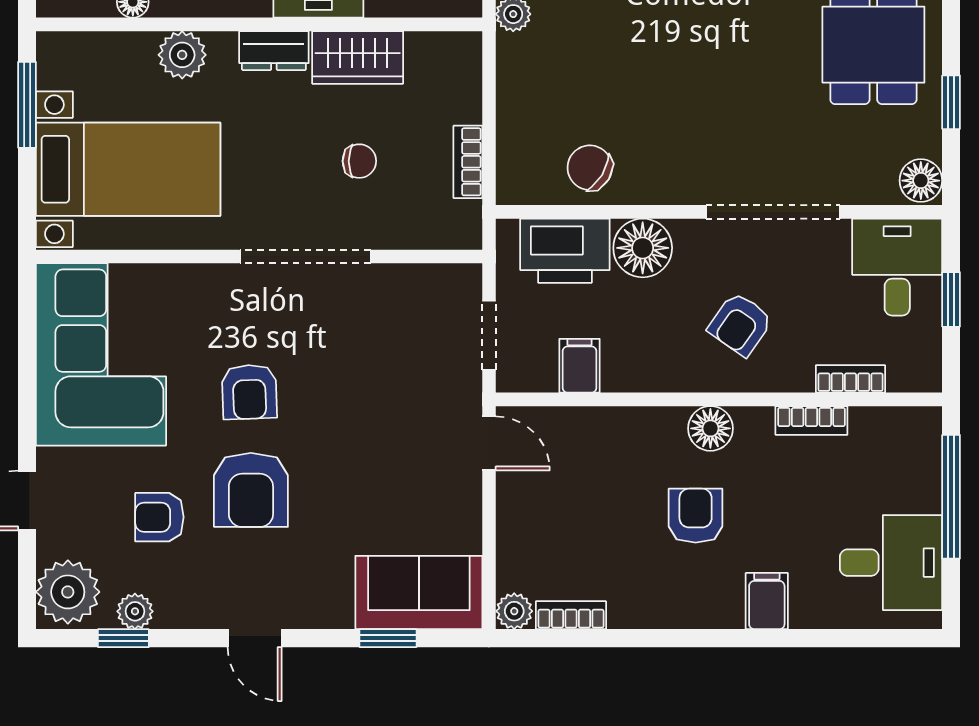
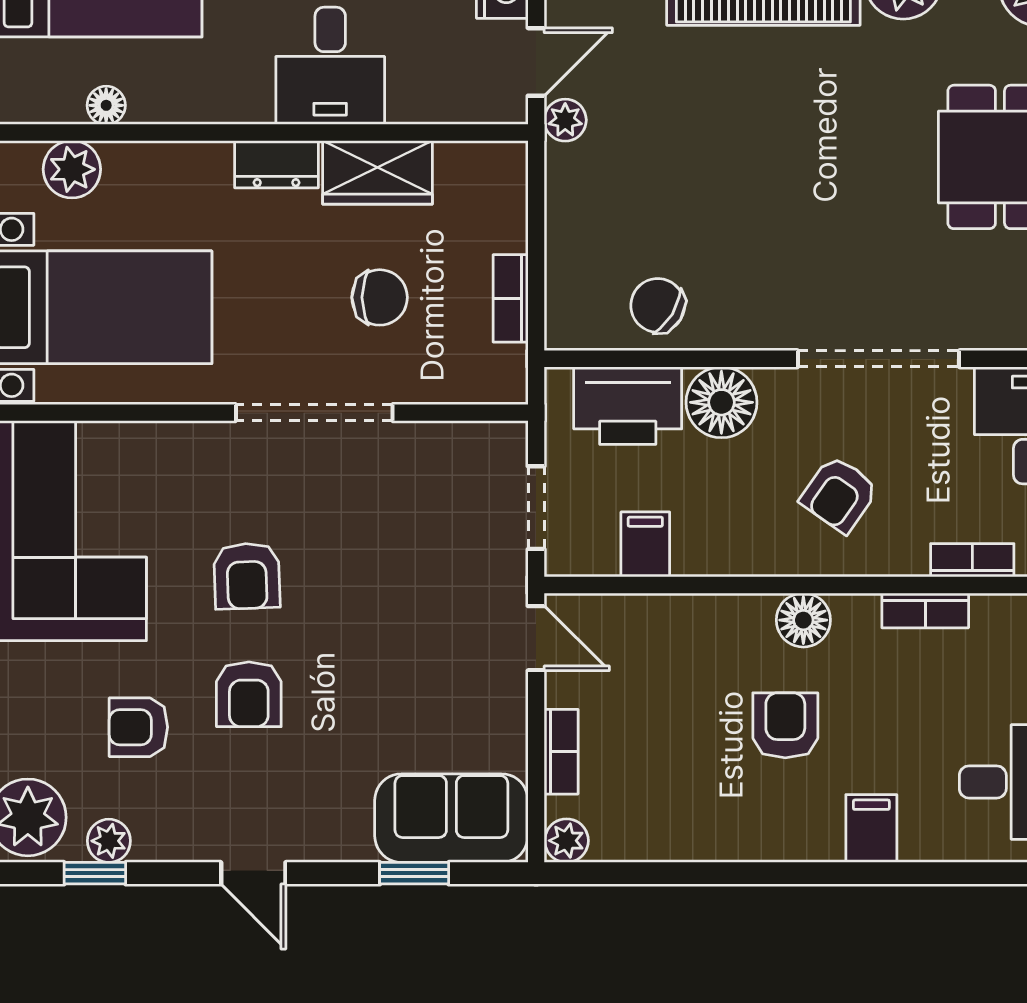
plant: (182, 55) -> (72, 169), moved
chair: (359, 161) -> (380, 297), width x1.37, depth x1.37
armchair: (251, 490) -> (249, 694), width x0.72, depth x0.72
bookcase: (571, 615) -> (561, 752), moved, turned 90

